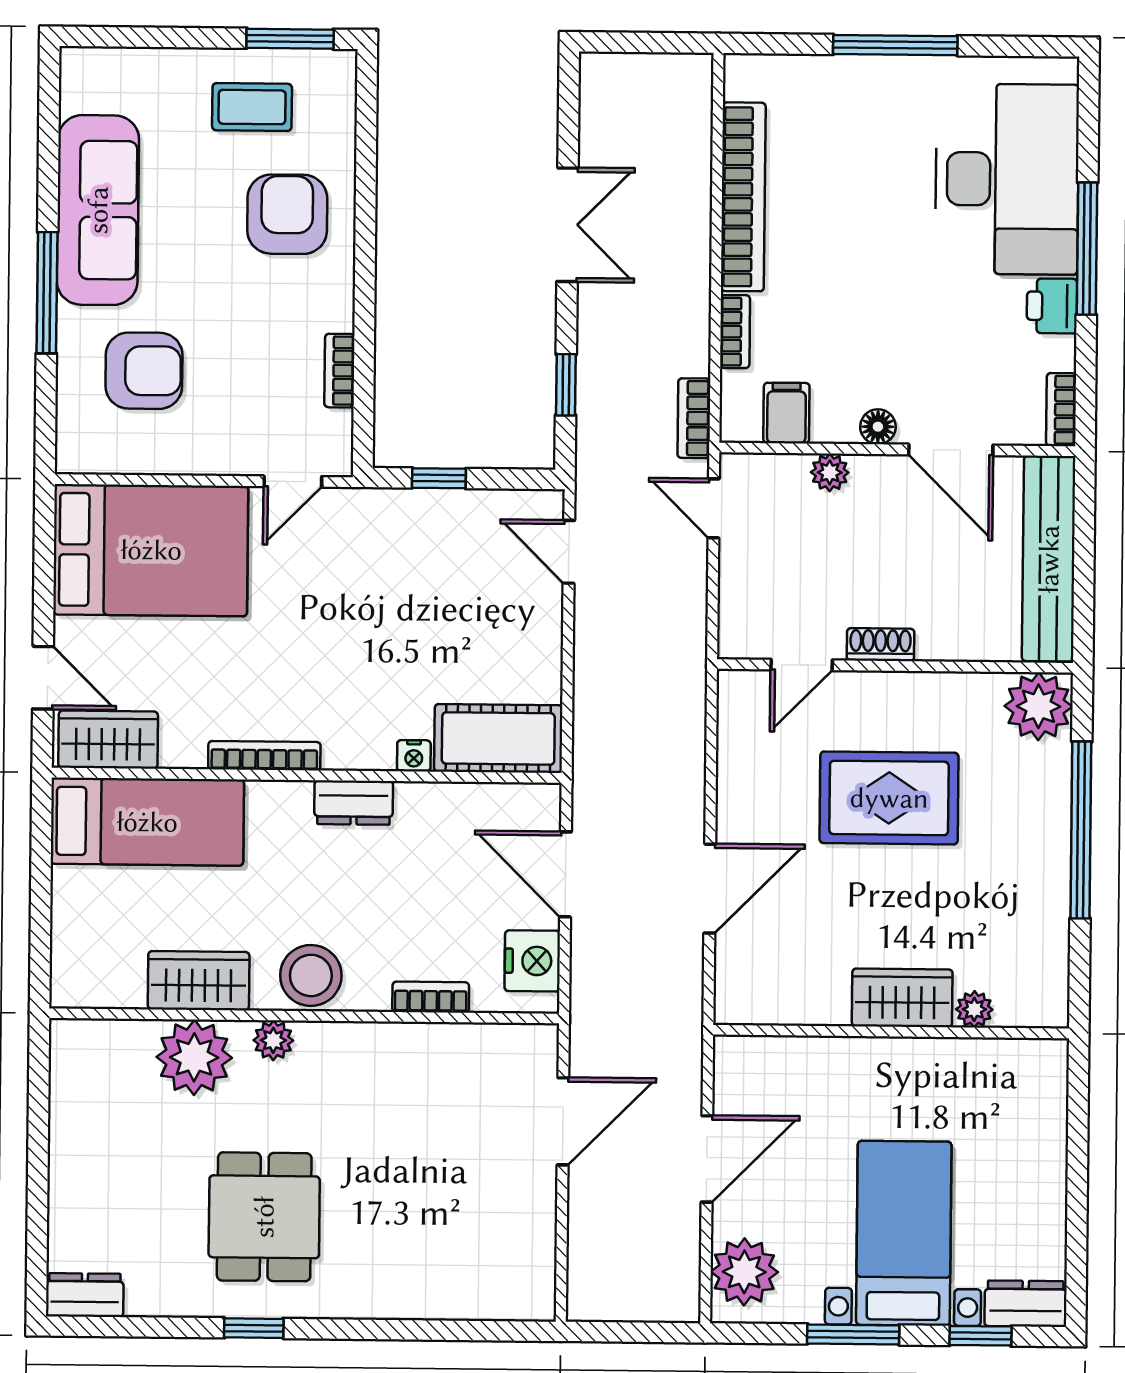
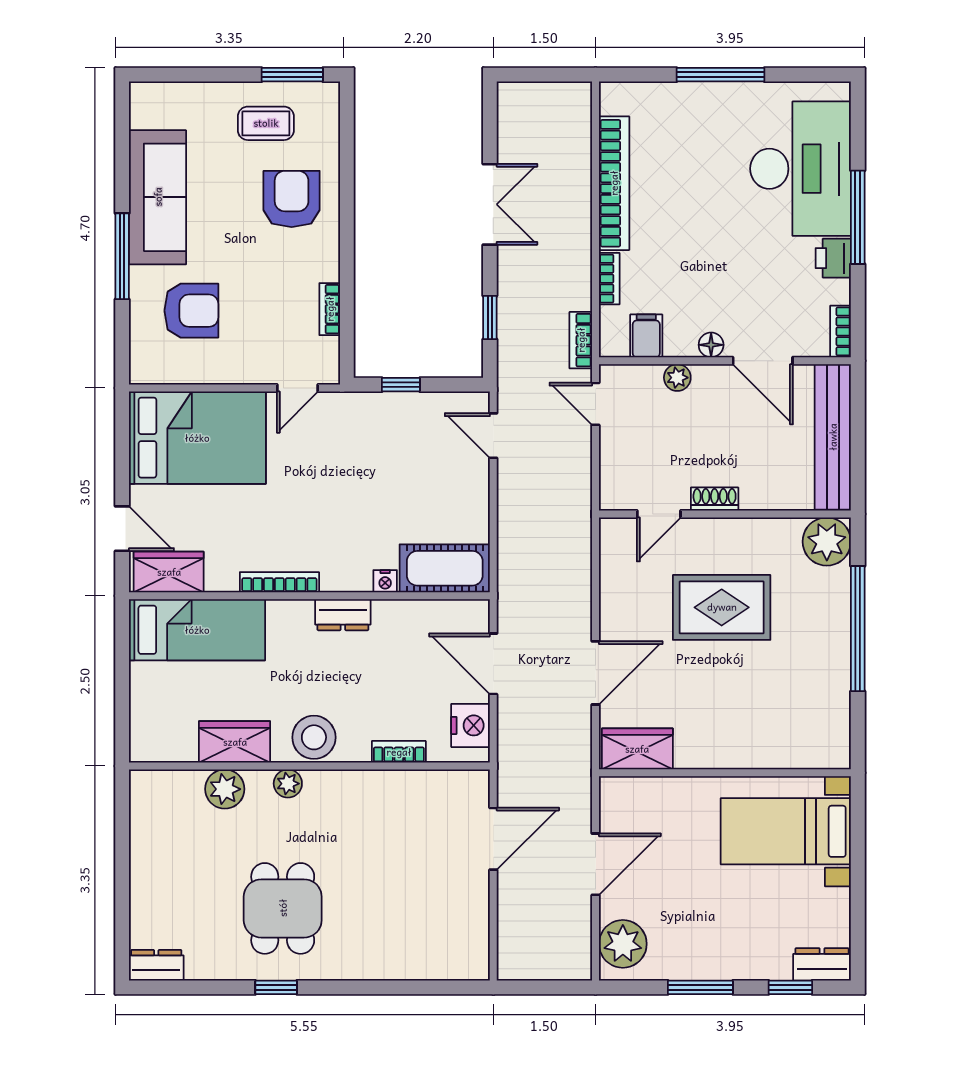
wardrobe: (902, 998) -> (637, 749), moved
plant: (974, 1009) -> (784, 756), removed
plant: (194, 1057) -> (225, 789), width x0.73, depth x0.73
bed with nightstands: (904, 1233) -> (786, 831), moved, turned -90

